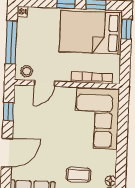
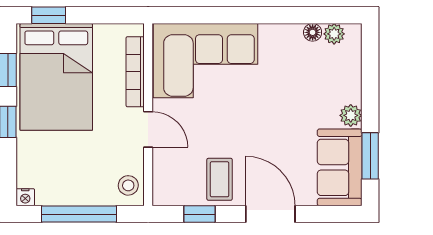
door: (44, 83) -> (148, 129), moved
coffee table: (78, 175) -> (220, 179), moved

